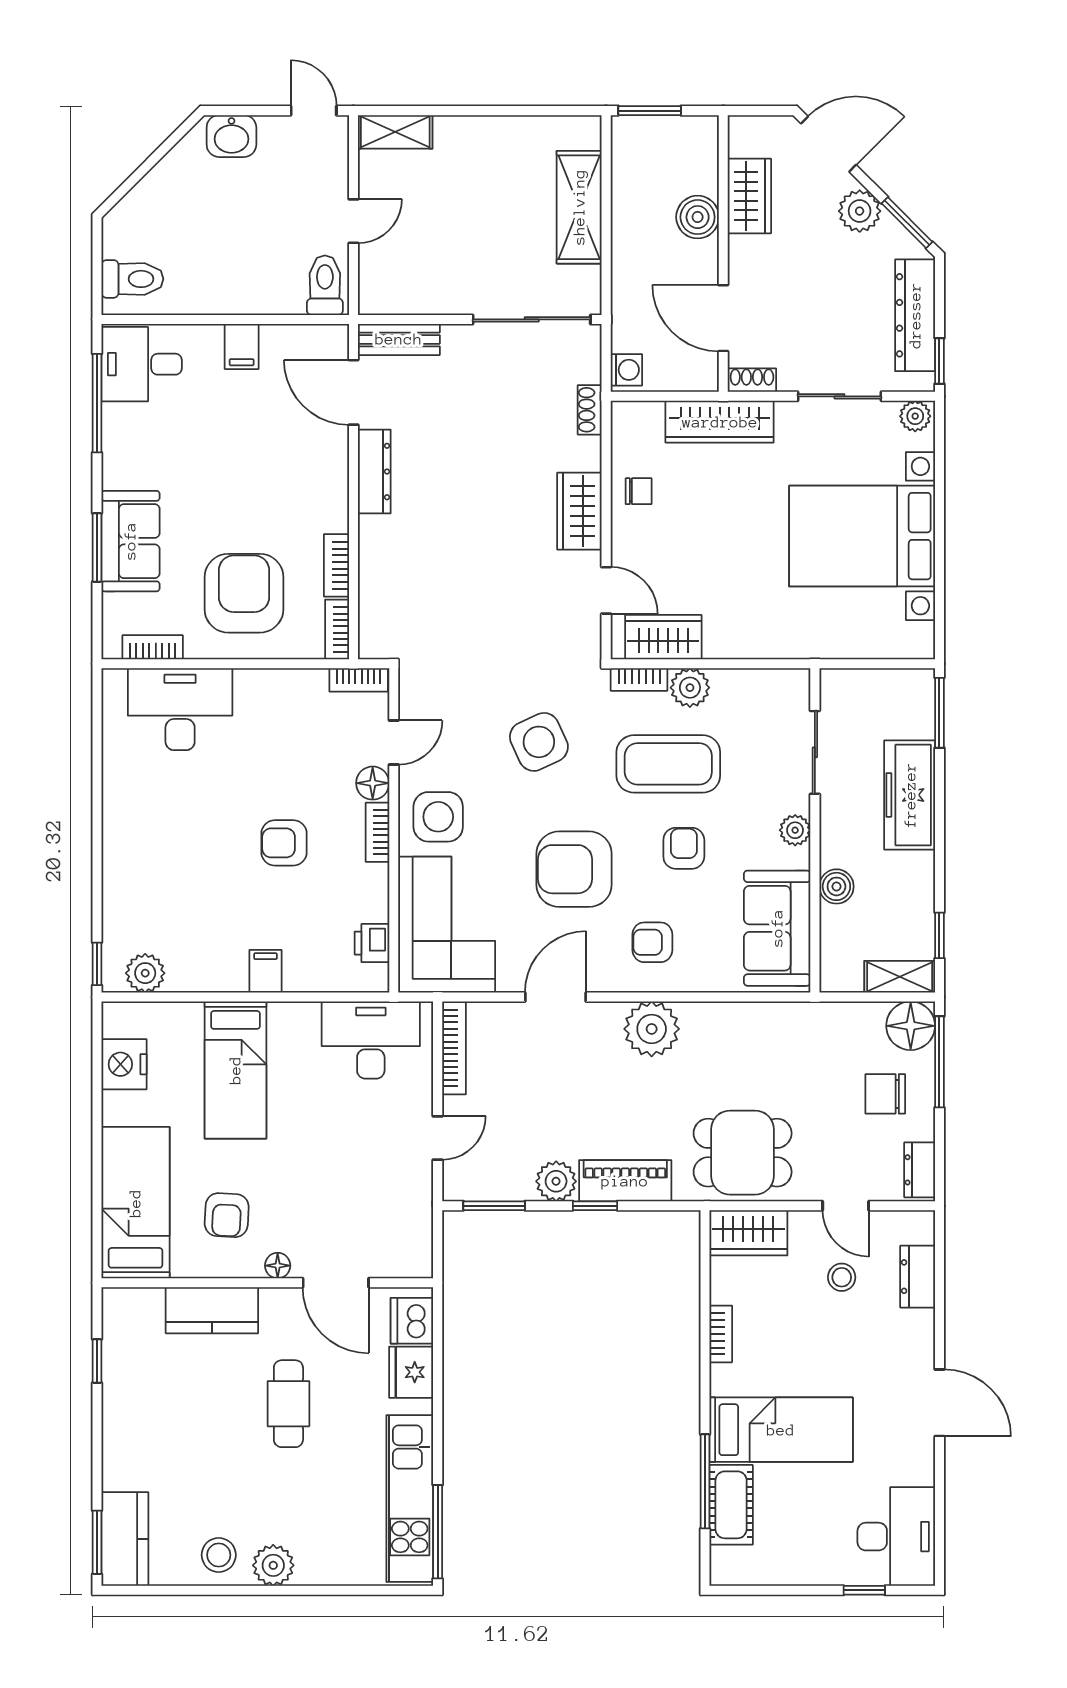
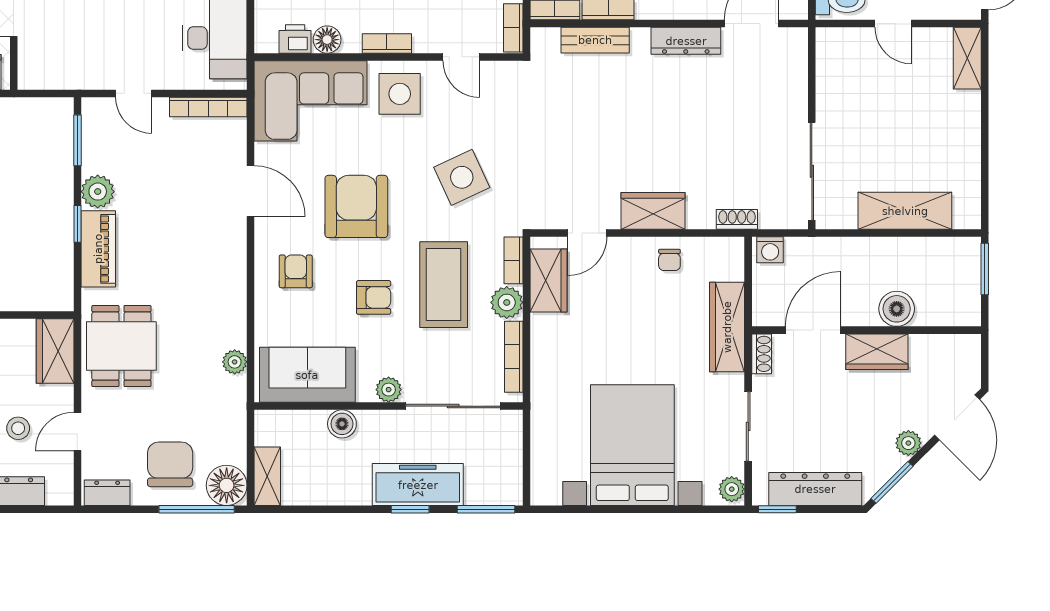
wardrobe: (749, 196) -> (877, 352), moved
plant: (860, 211) -> (908, 443), width x0.73, depth x0.73
bench: (399, 339) -> (595, 40), moved, turned 90
bookcase: (755, 679) -> (514, 357), added
sliding door: (815, 752) -> (453, 406), width x1.37
floor lamp: (373, 783) -> (327, 40), moved
window: (939, 935) -> (410, 509), moved
plant: (652, 1029) -> (235, 362), moved, width x0.53, depth x0.53
chair: (885, 1094) -> (170, 464), width x1.37, depth x1.37

